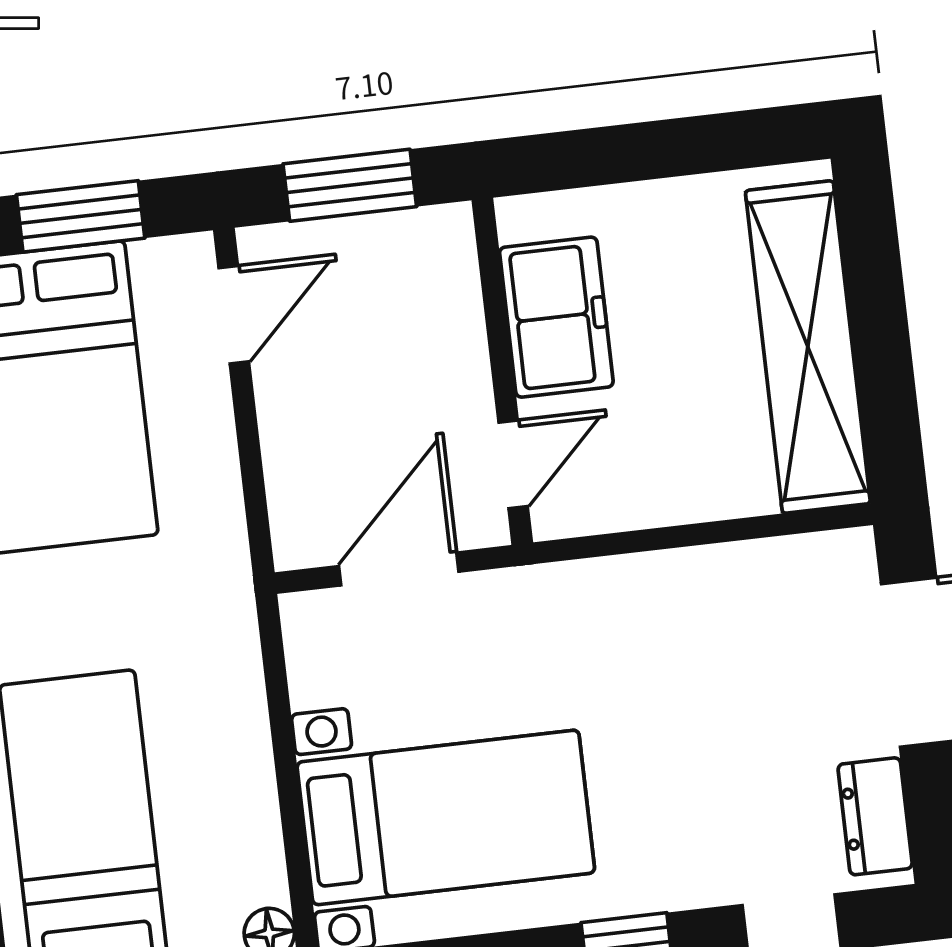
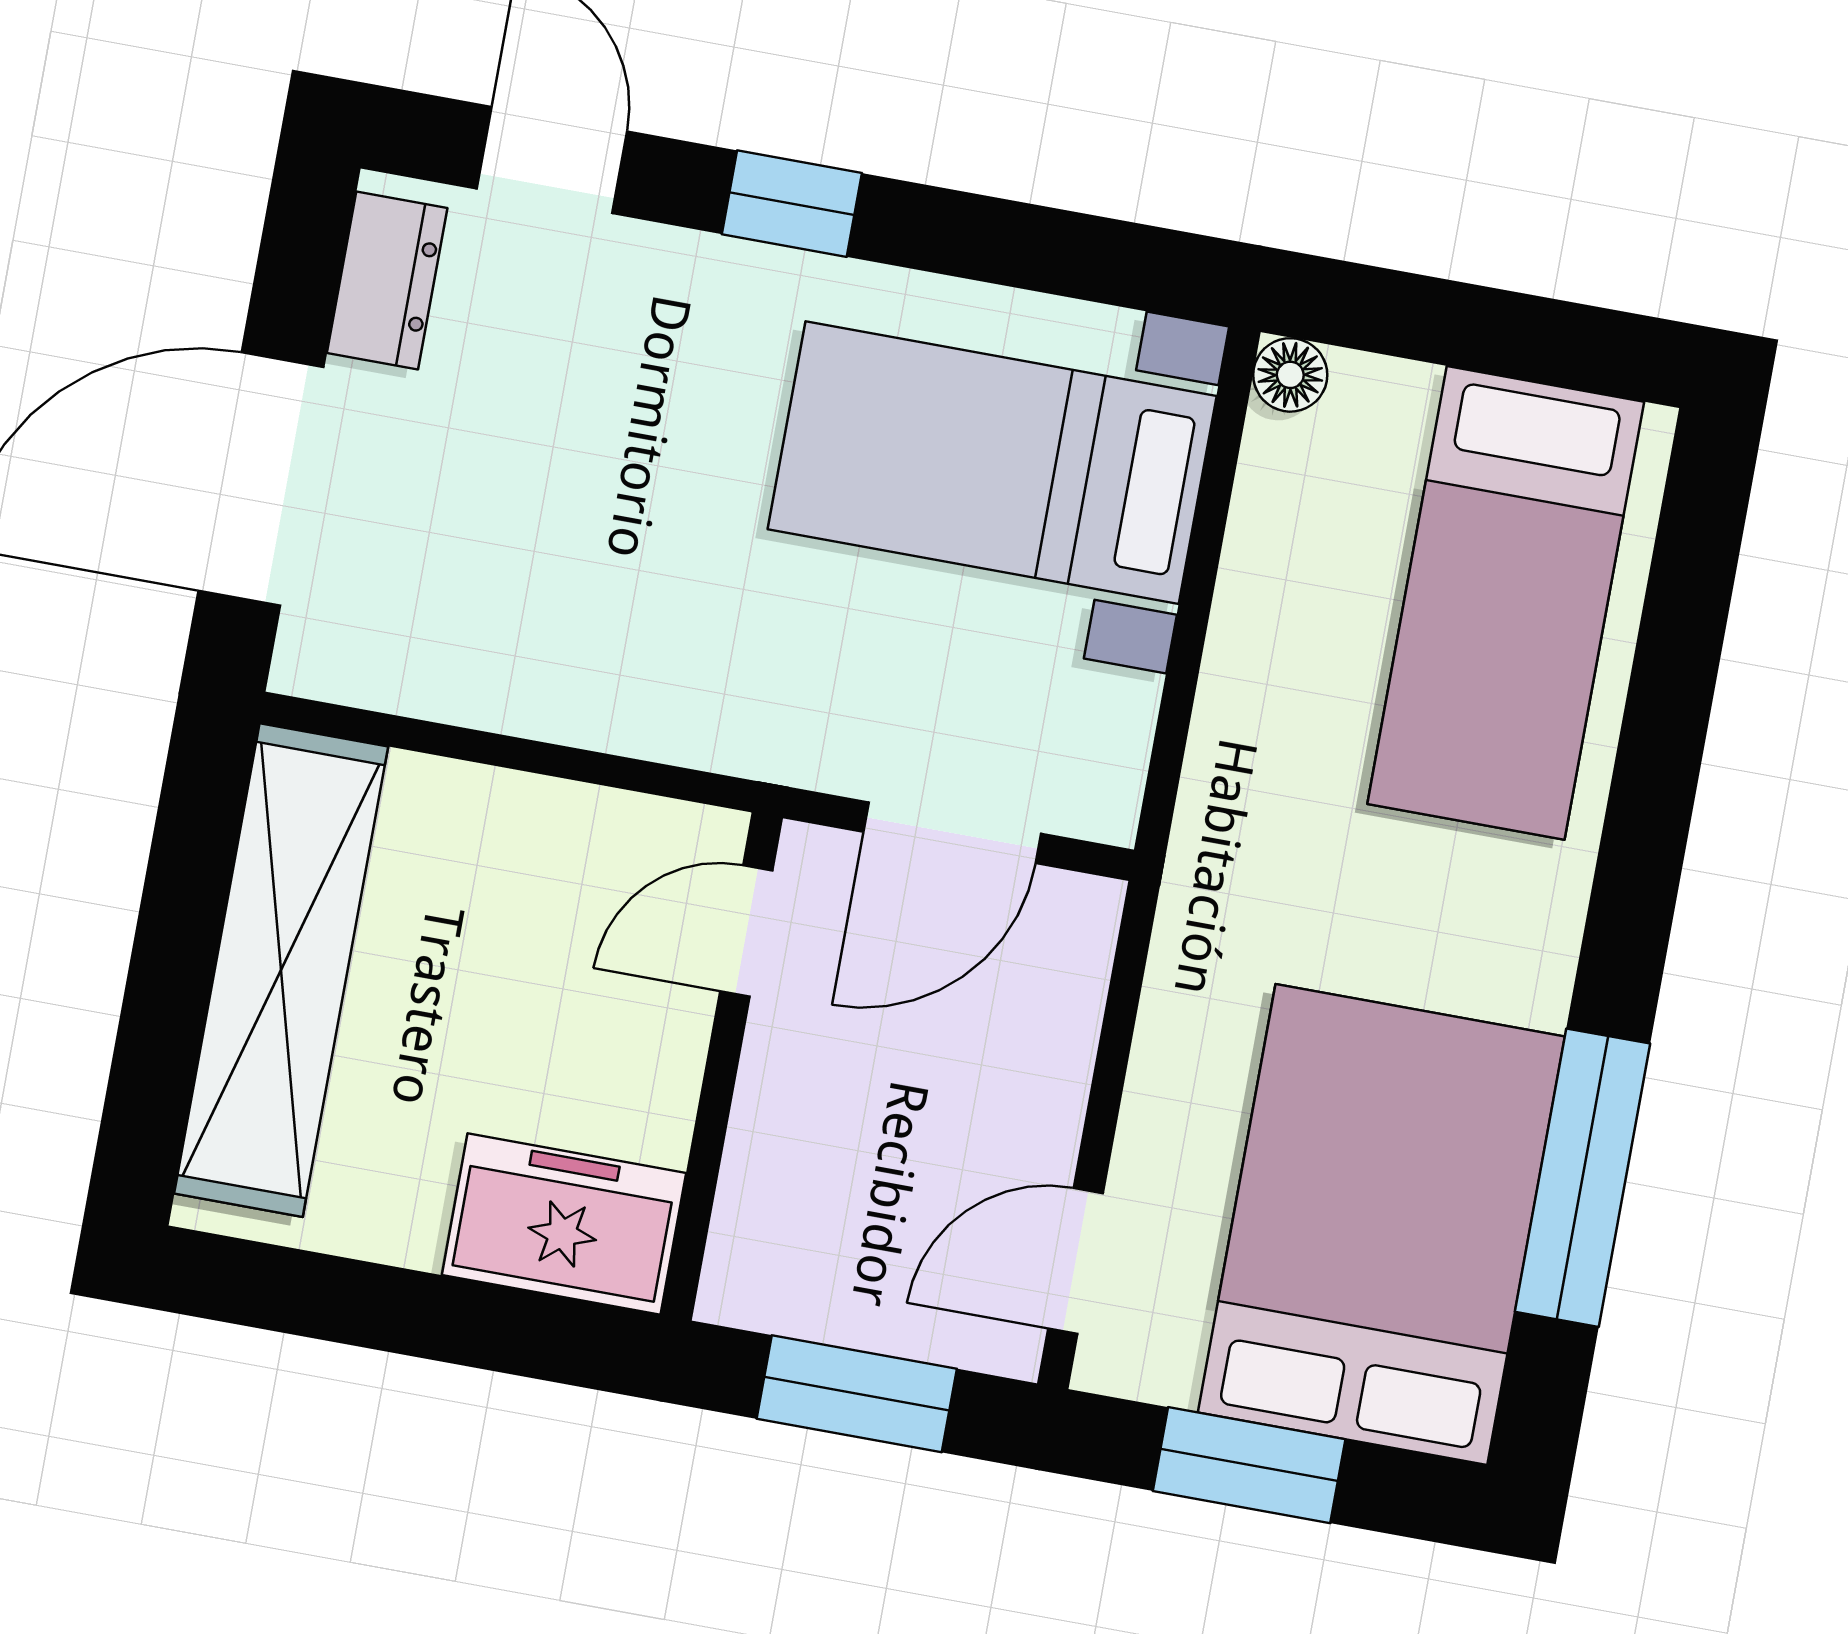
freezer: (556, 317) -> (564, 1224), moved, turned 90

